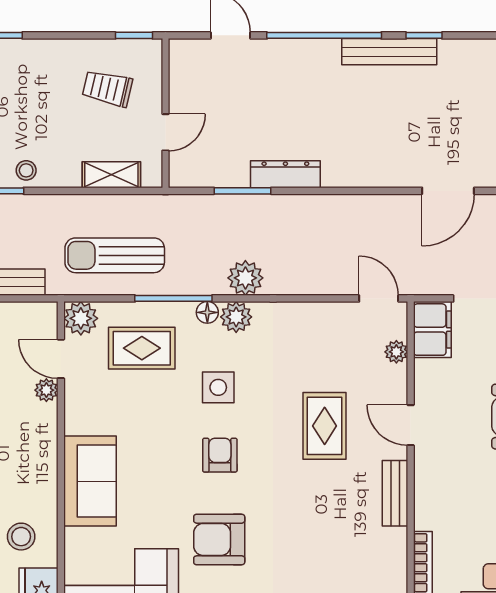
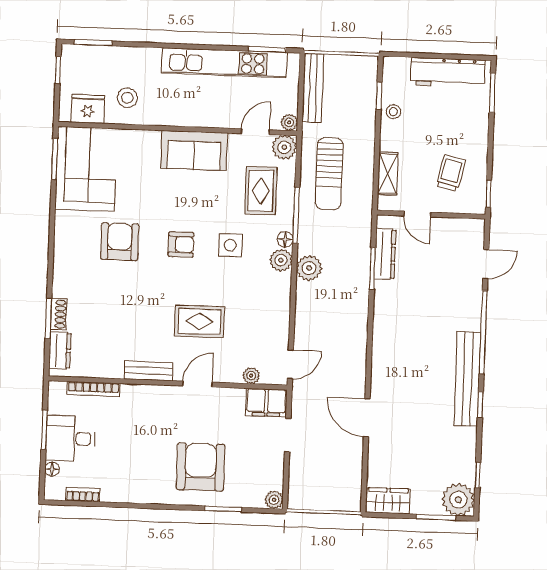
bench: (389, 52) -> (467, 379), width x1.37, depth x1.21
dresser: (285, 174) -> (385, 254), moved
sun lounger: (115, 255) -> (329, 174), turned 180
plant: (46, 390) -> (289, 122), moved
sofa: (90, 481) -> (194, 150), moved

